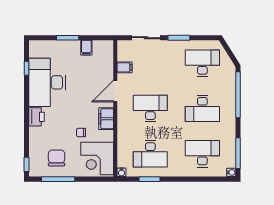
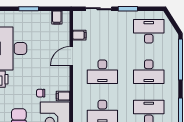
filing cabinet: (86, 48) -> (57, 17), moved
desk: (150, 108) -> (102, 72), turned 180
filing cabinet: (106, 119) -> (63, 96), moved, width x0.50

